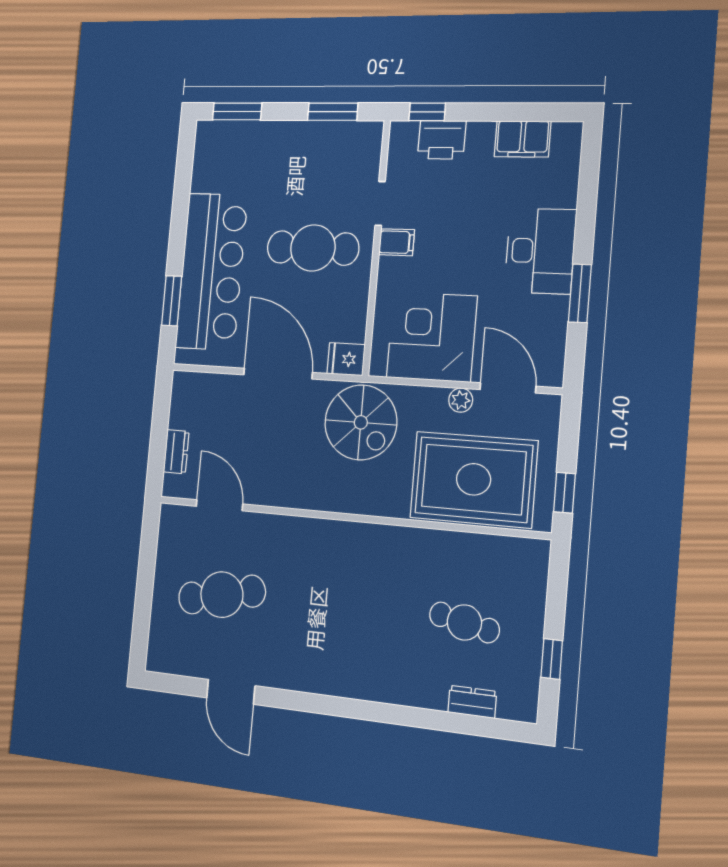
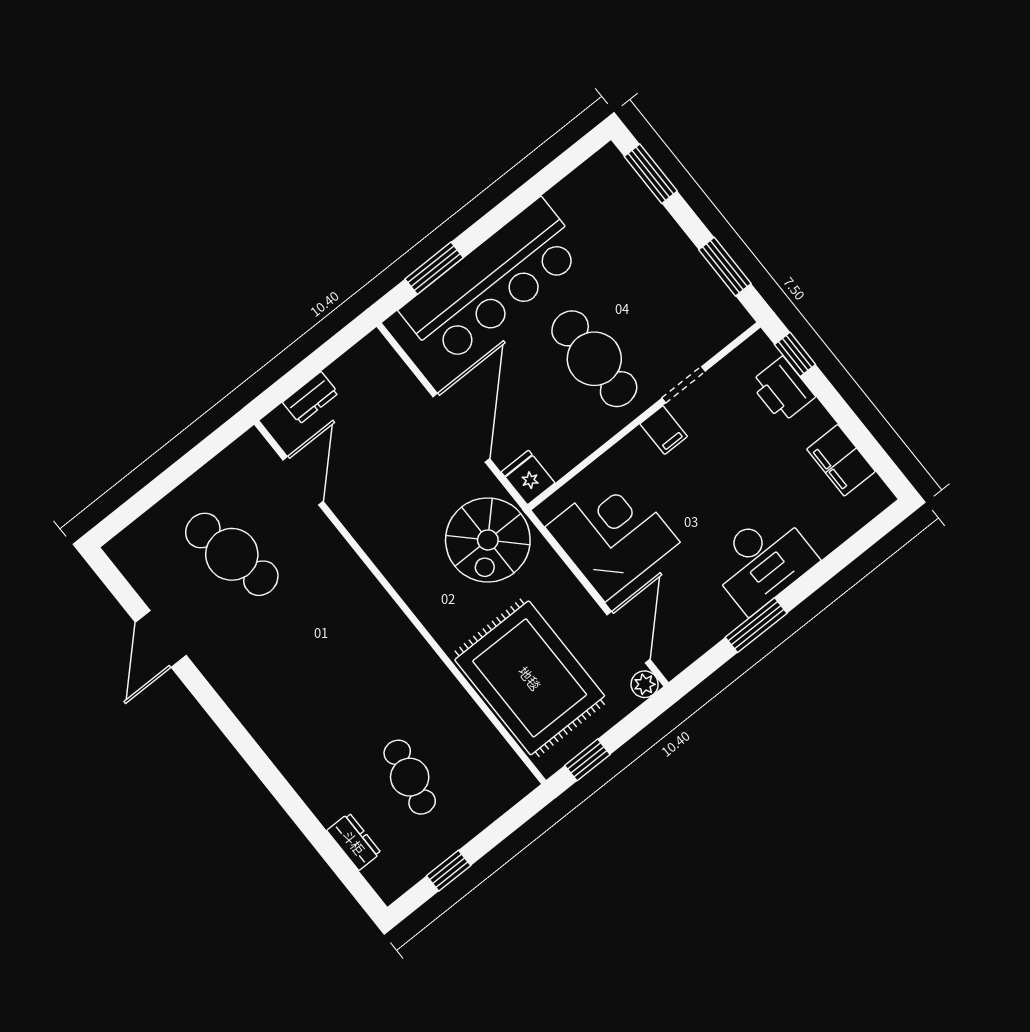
plant: (461, 400) -> (645, 684), moved

